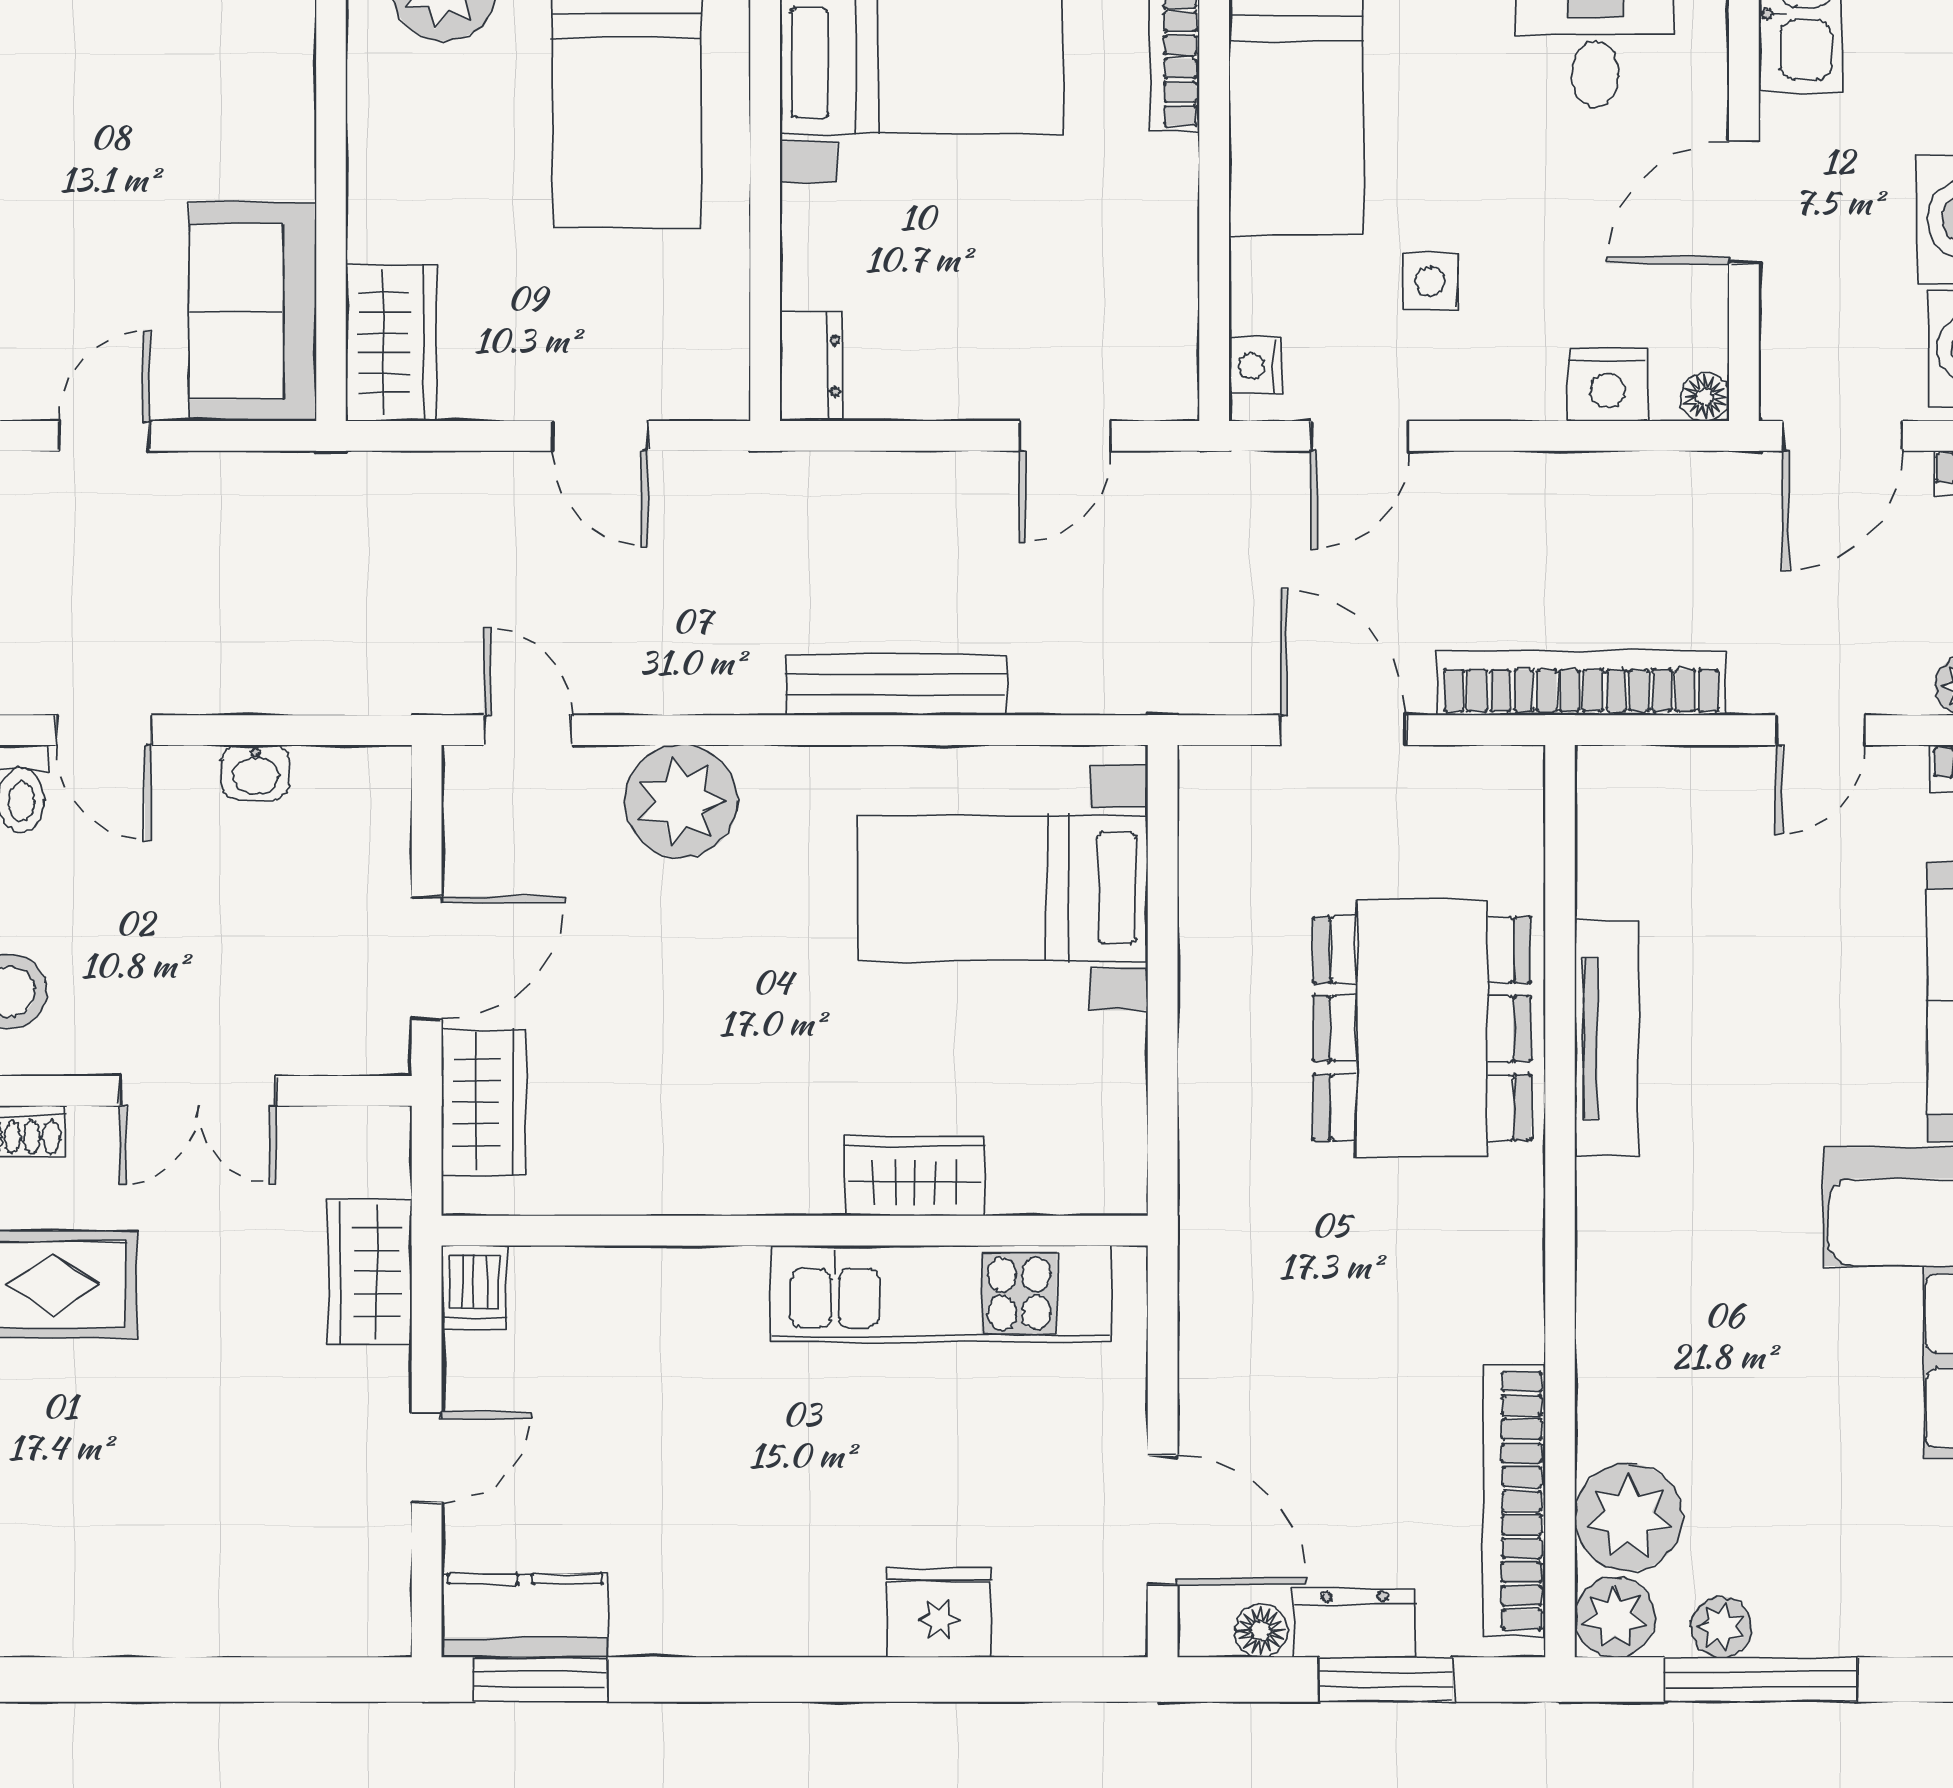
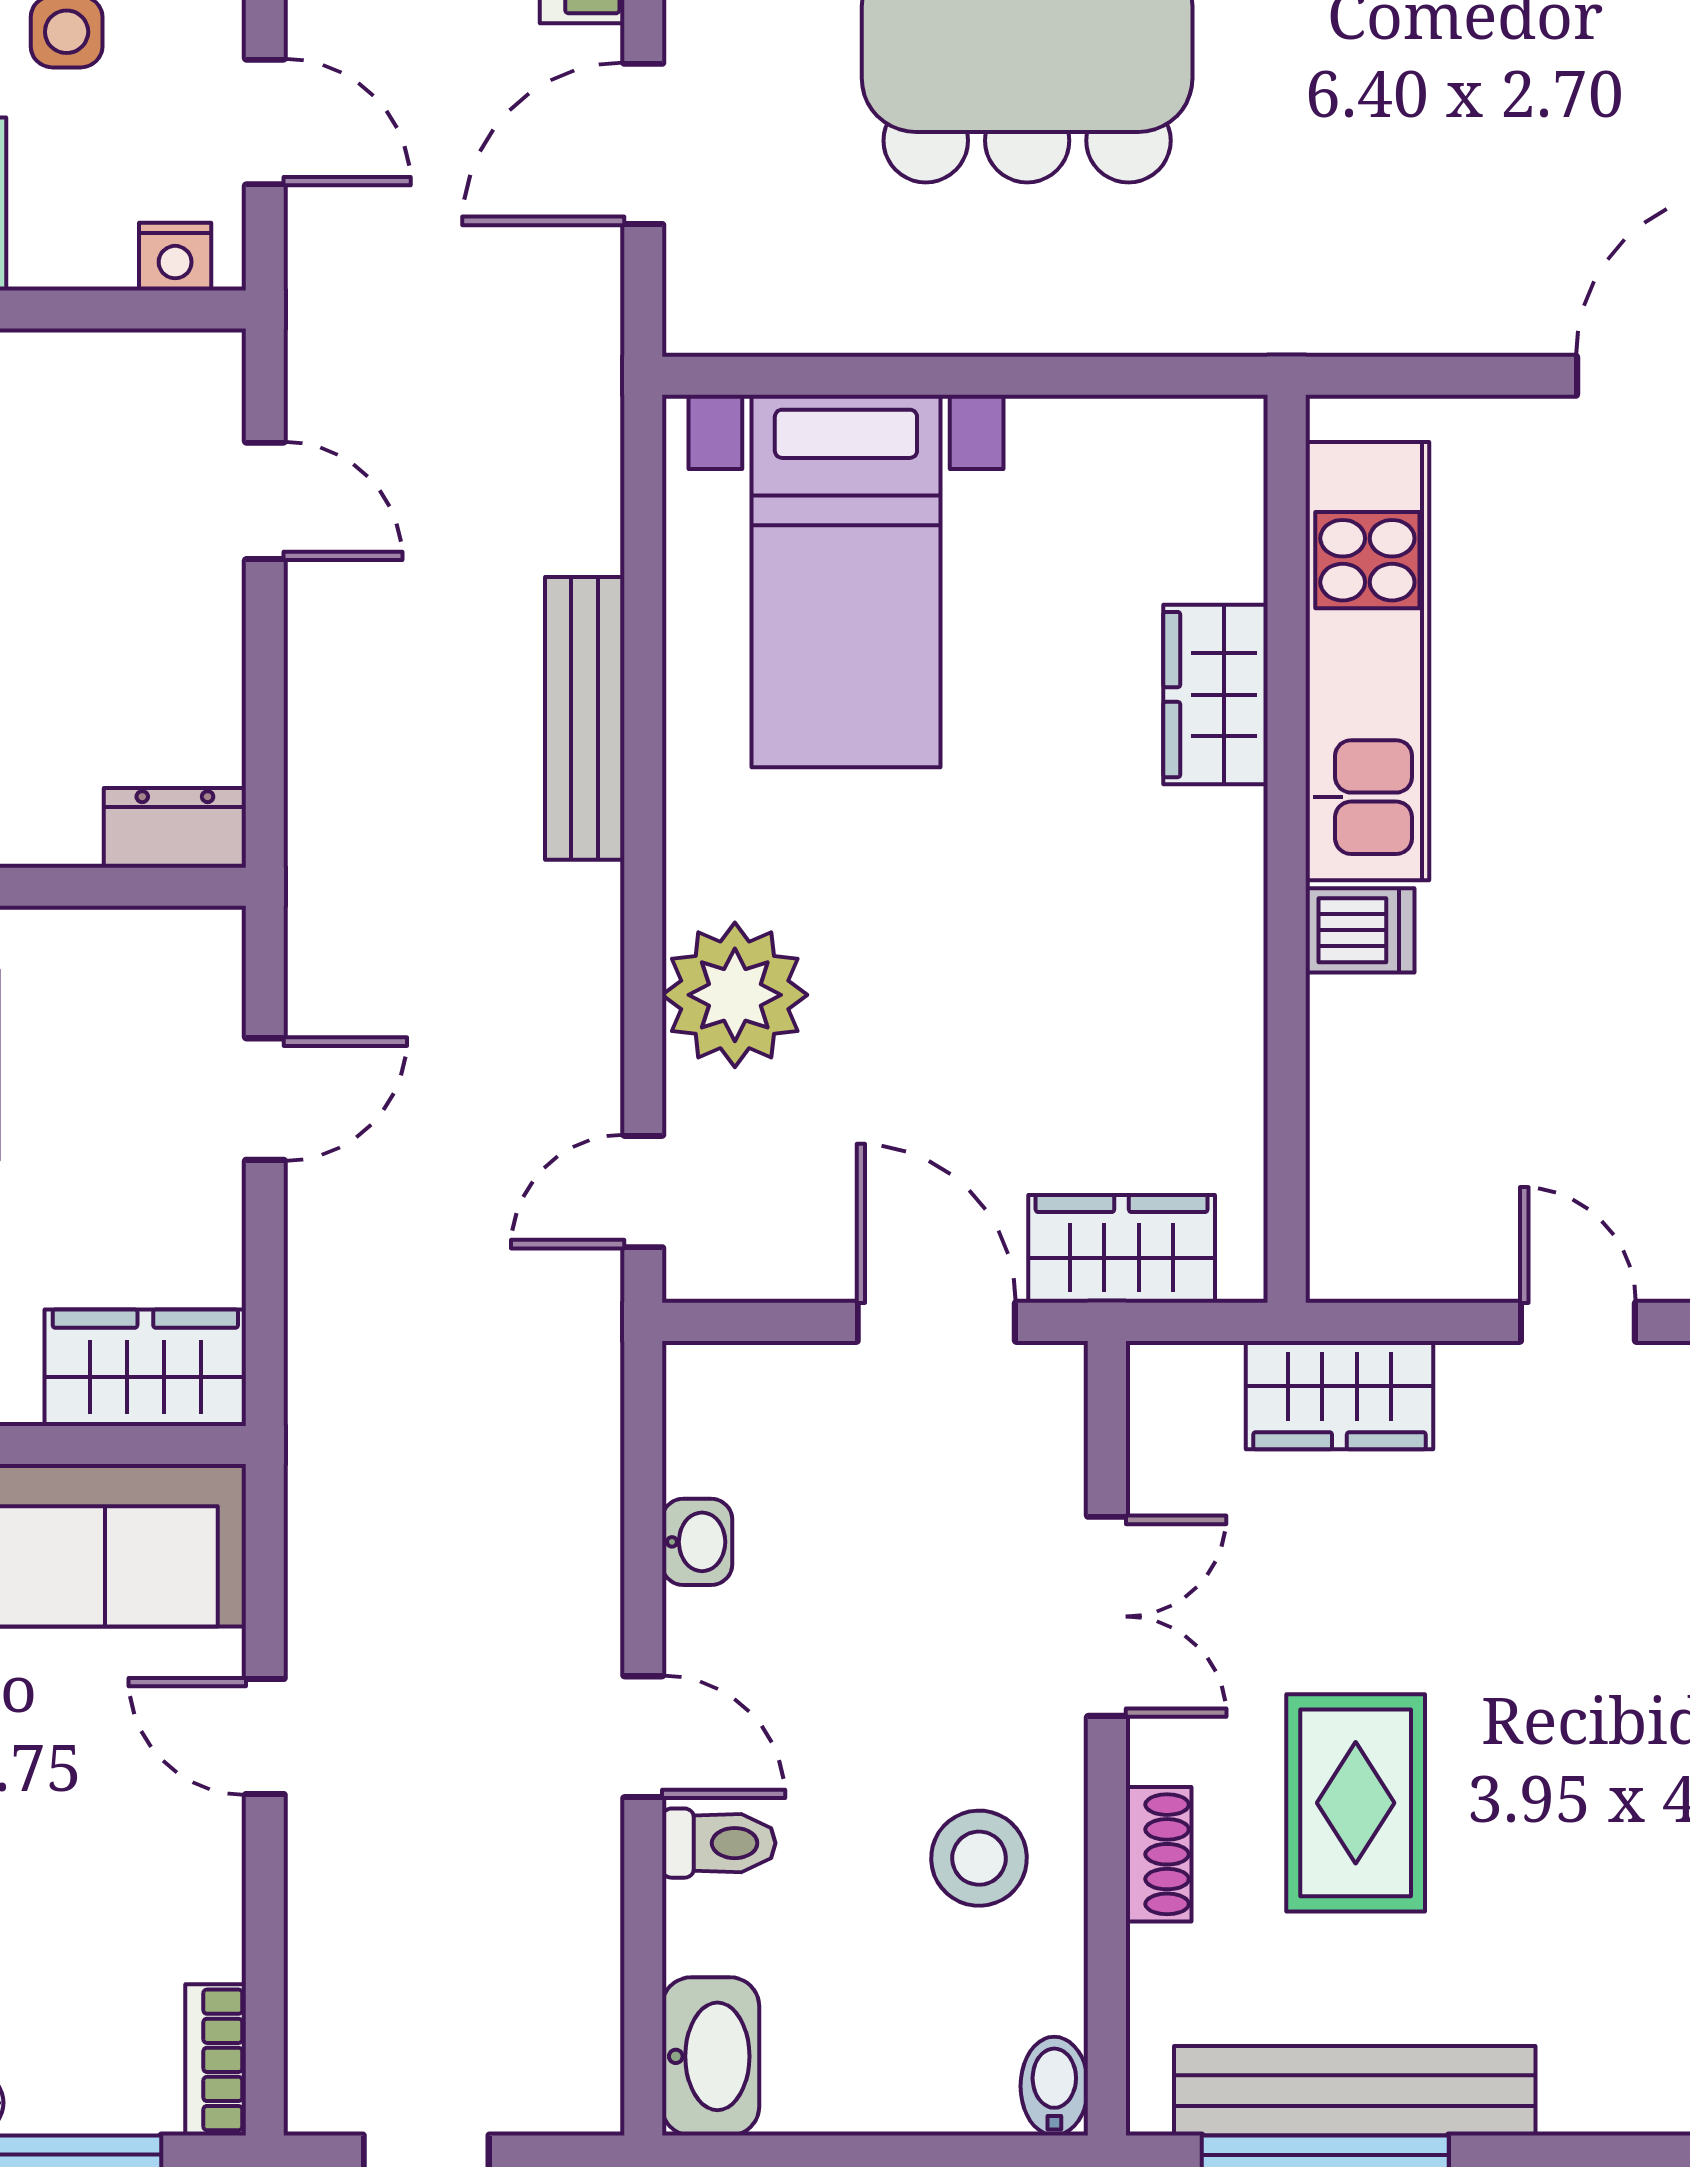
door: (104, 730) -> (643, 1737), hinge flipped
dishwasher: (474, 1288) -> (1360, 930), moved

